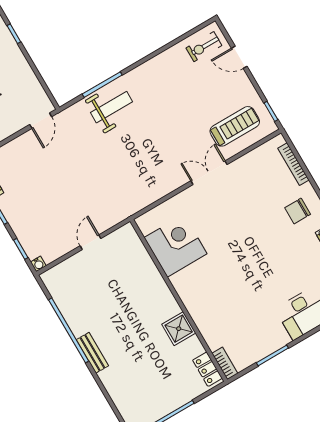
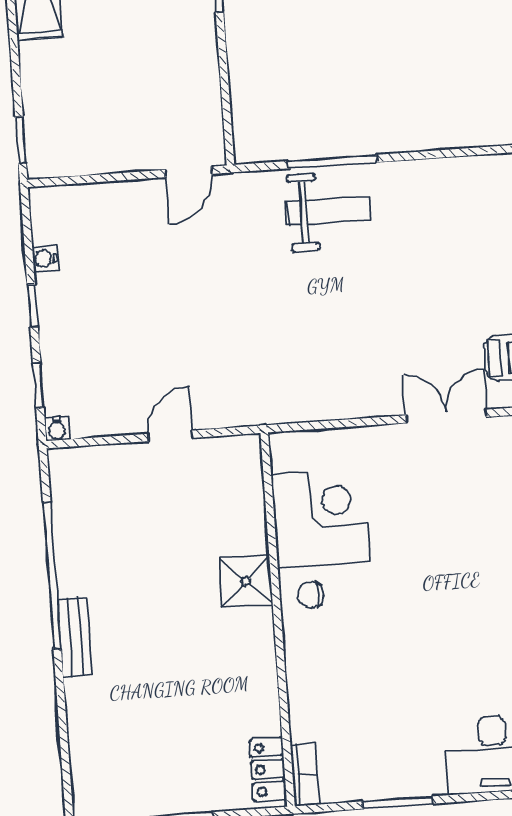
chair: (188, 282) -> (311, 595), added
shower: (179, 329) -> (246, 581), moved

